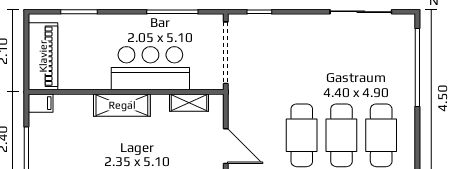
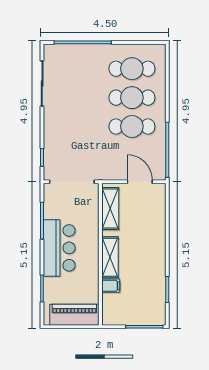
bar counter: (150, 68) -> (59, 248), moved, turned 180
filing cabinet: (41, 103) -> (111, 286), moved, turned 90
shelving: (189, 103) -> (110, 208), width x1.50, depth x1.33
door: (226, 146) -> (140, 182), hinge flipped

